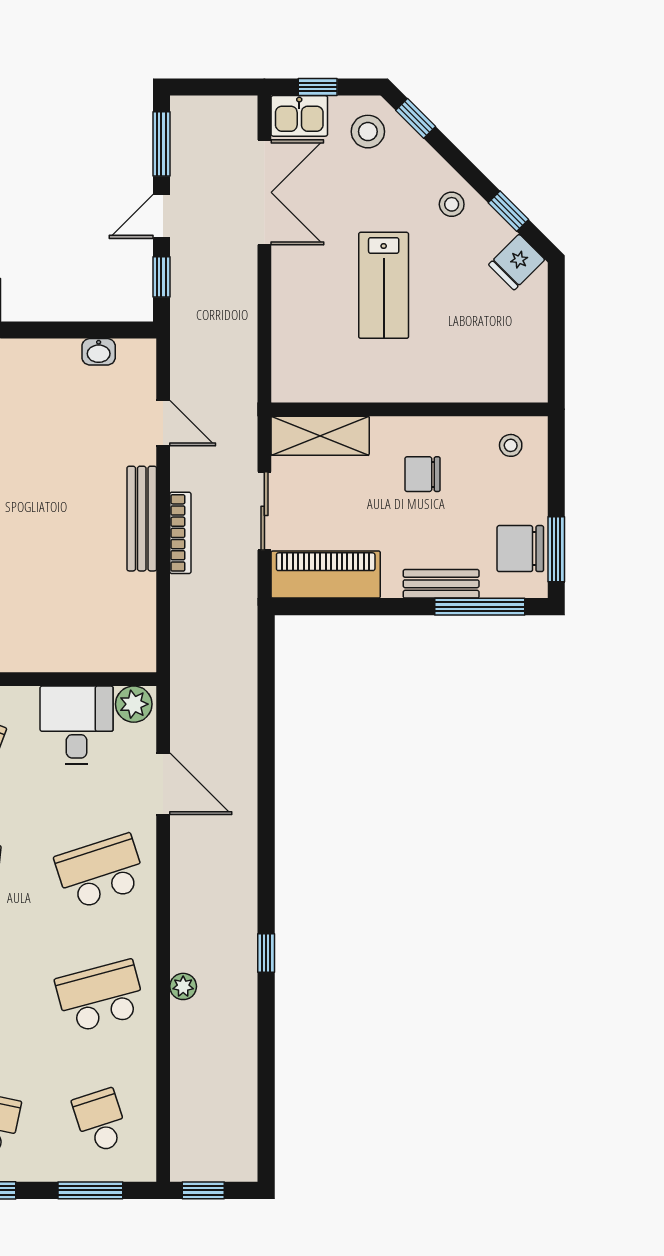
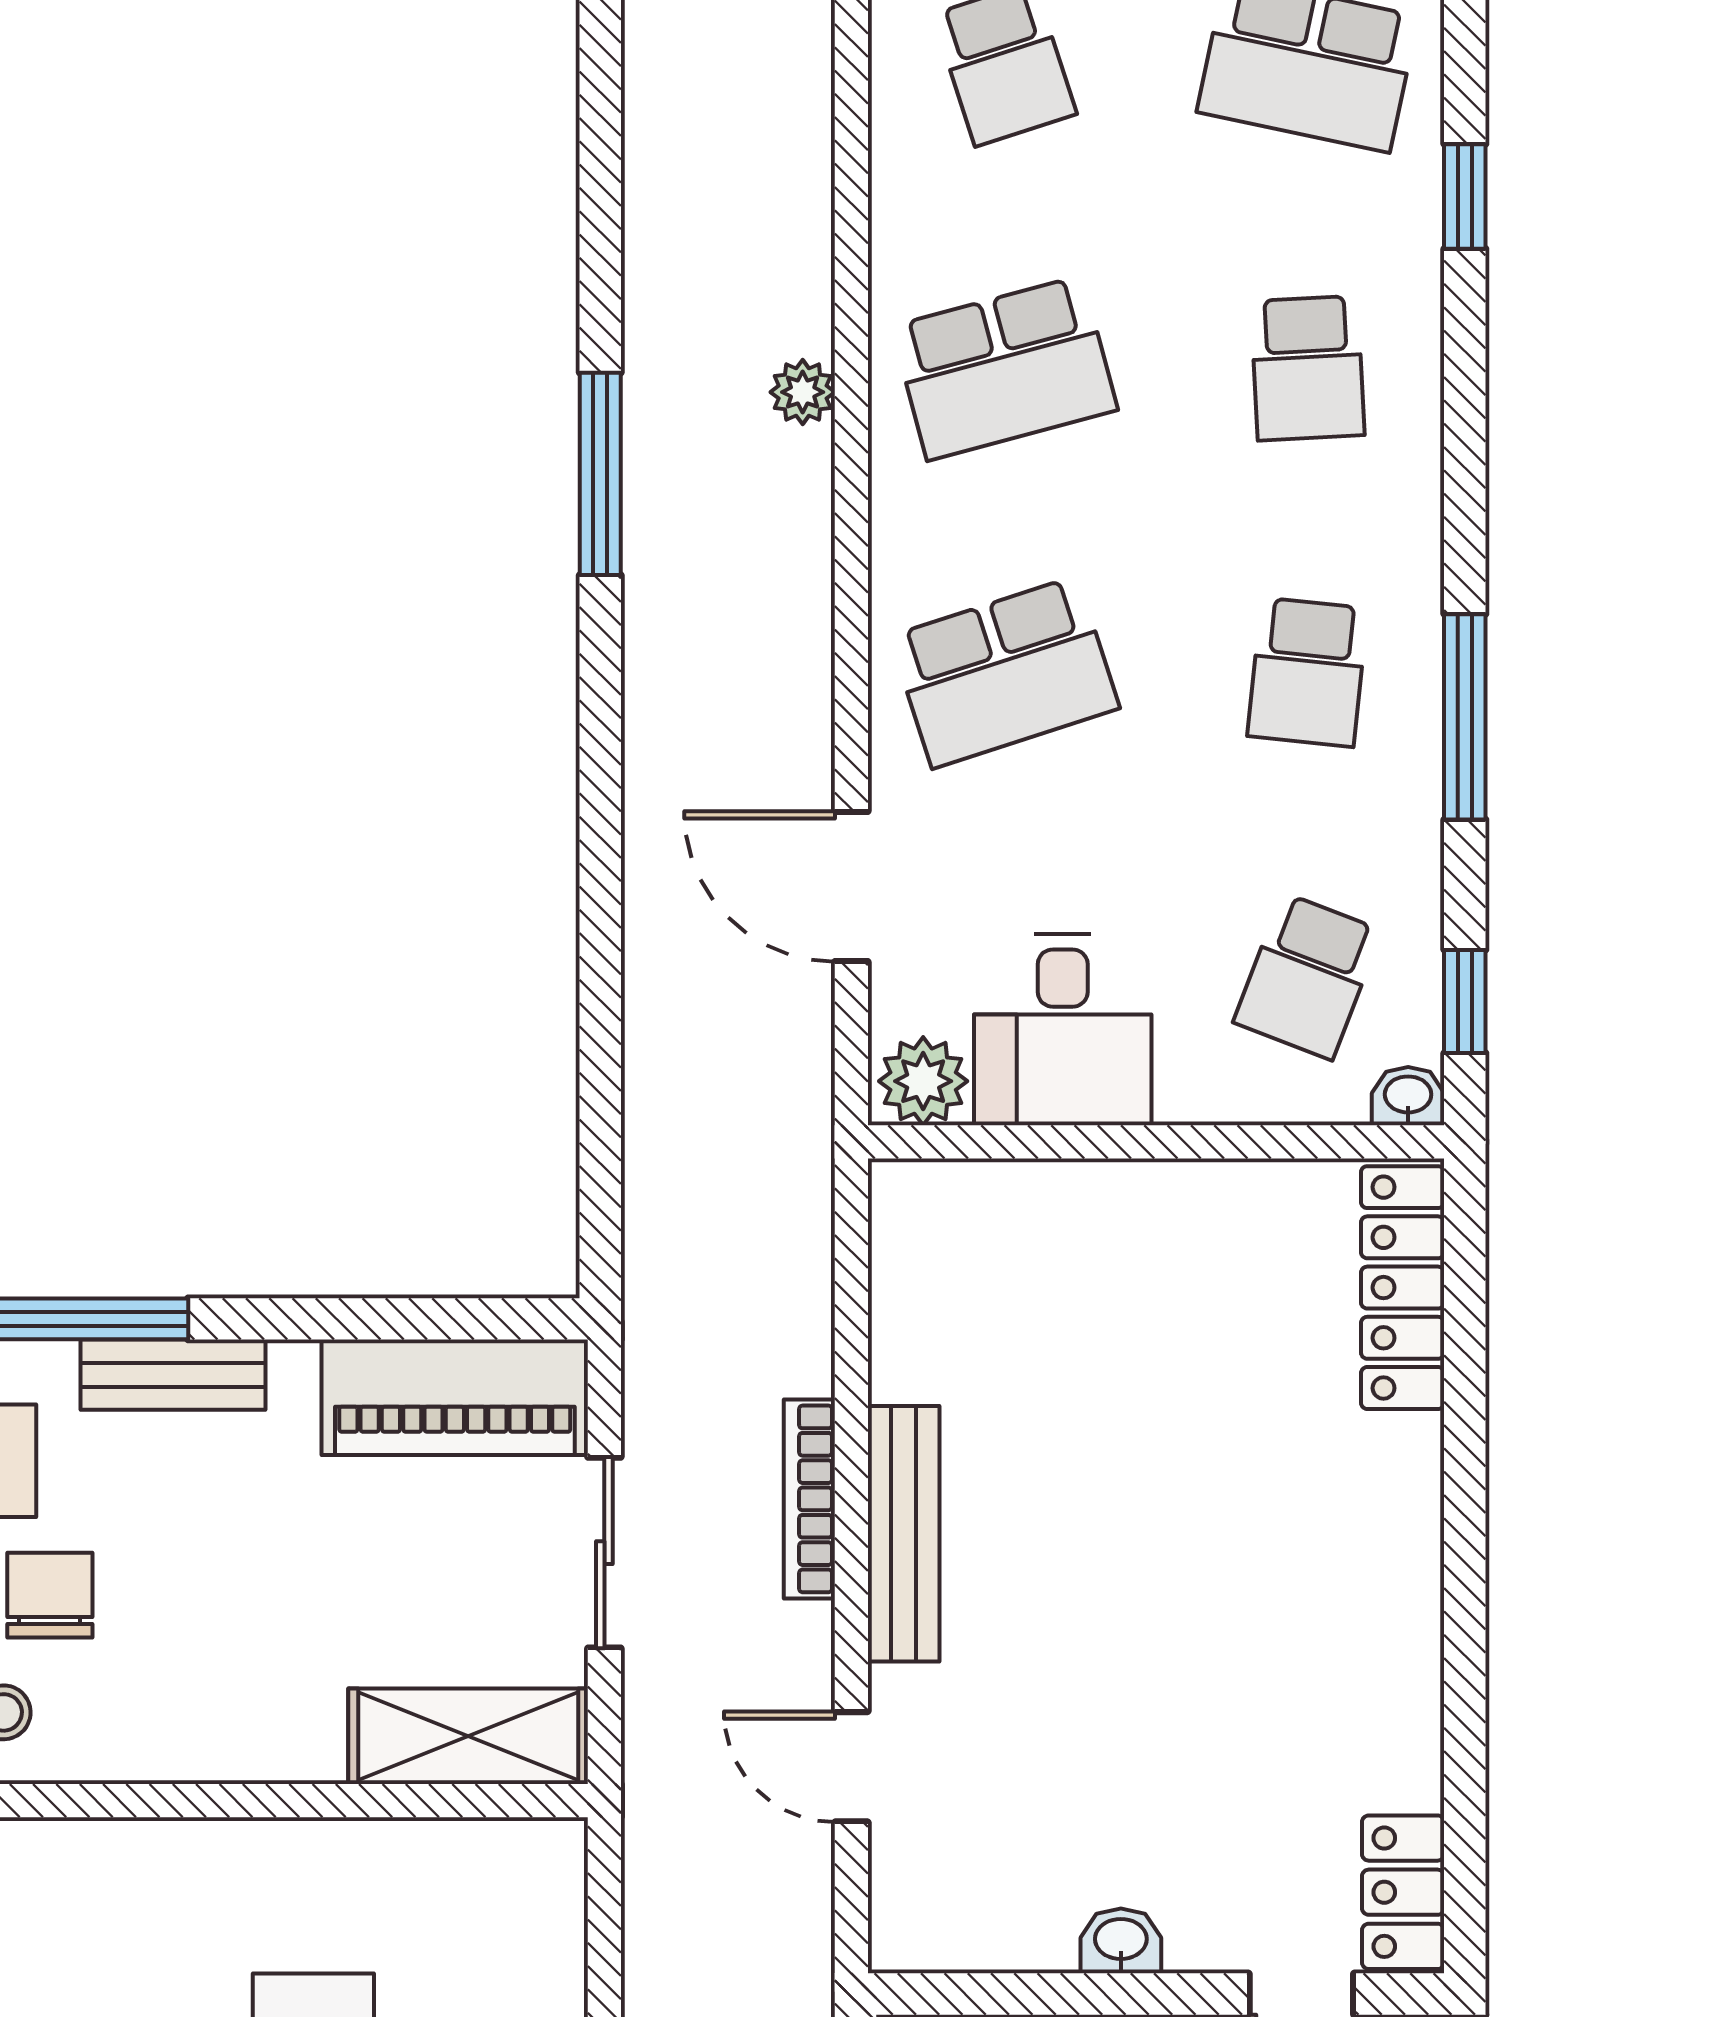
washbasin: (99, 352) -> (1121, 1941), moved
chair: (422, 474) -> (50, 1595), moved, turned -90
window: (266, 953) -> (600, 474), width x2.17

